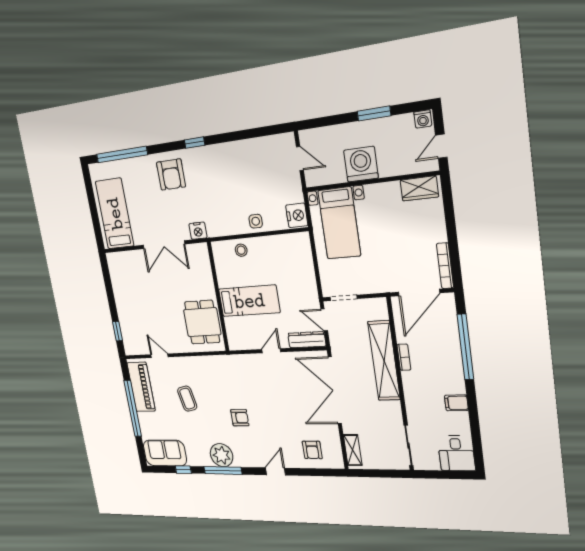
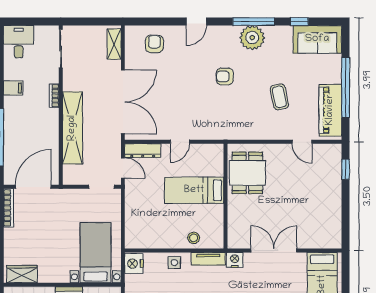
tv unit: (223, 229) -> (208, 259), added
bookcase: (404, 357) -> (54, 96), moved

